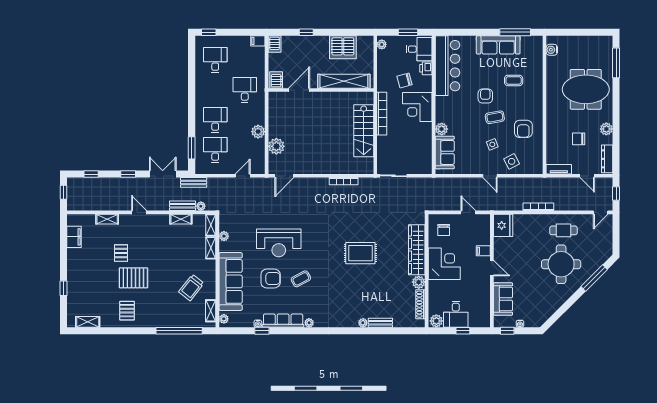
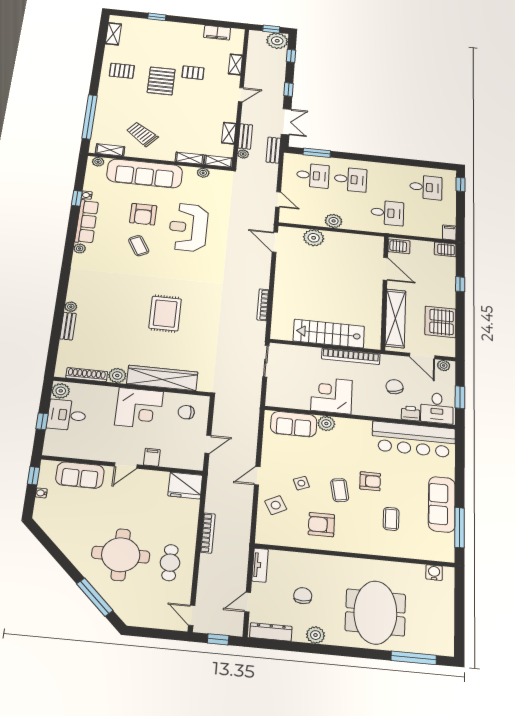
door: (375, 61) -> (422, 356), added
corner desk: (417, 107) -> (332, 395), moved
plant: (76, 187) -> (277, 41), added

